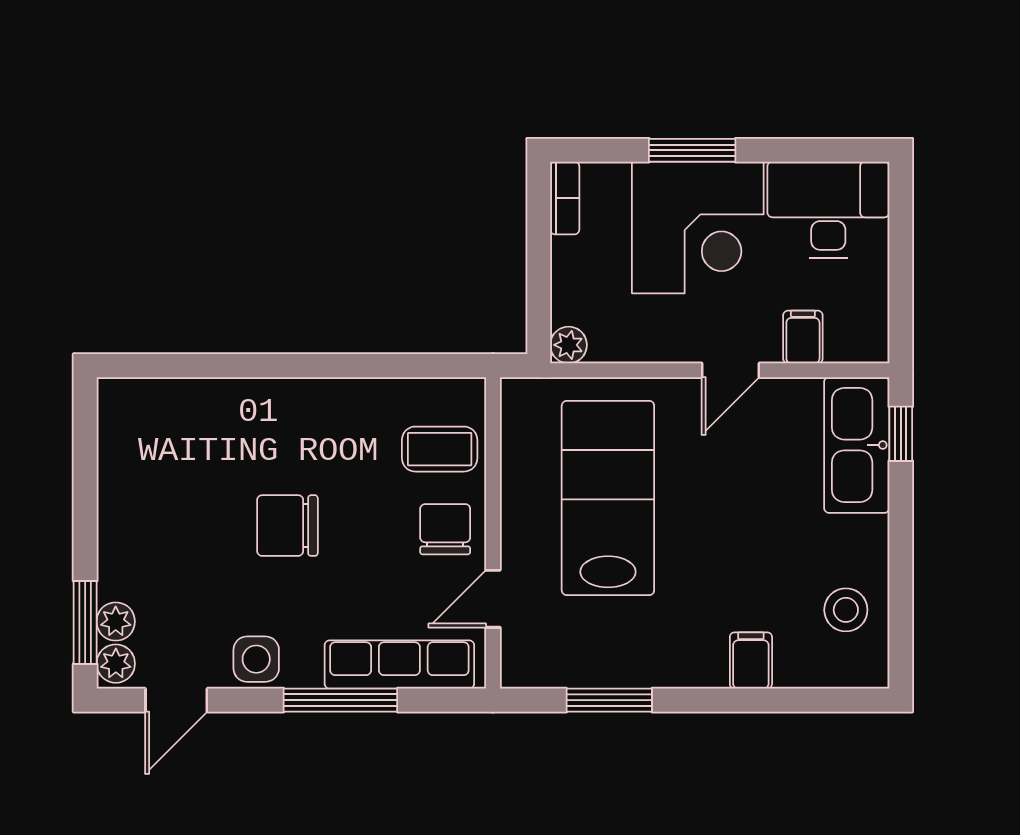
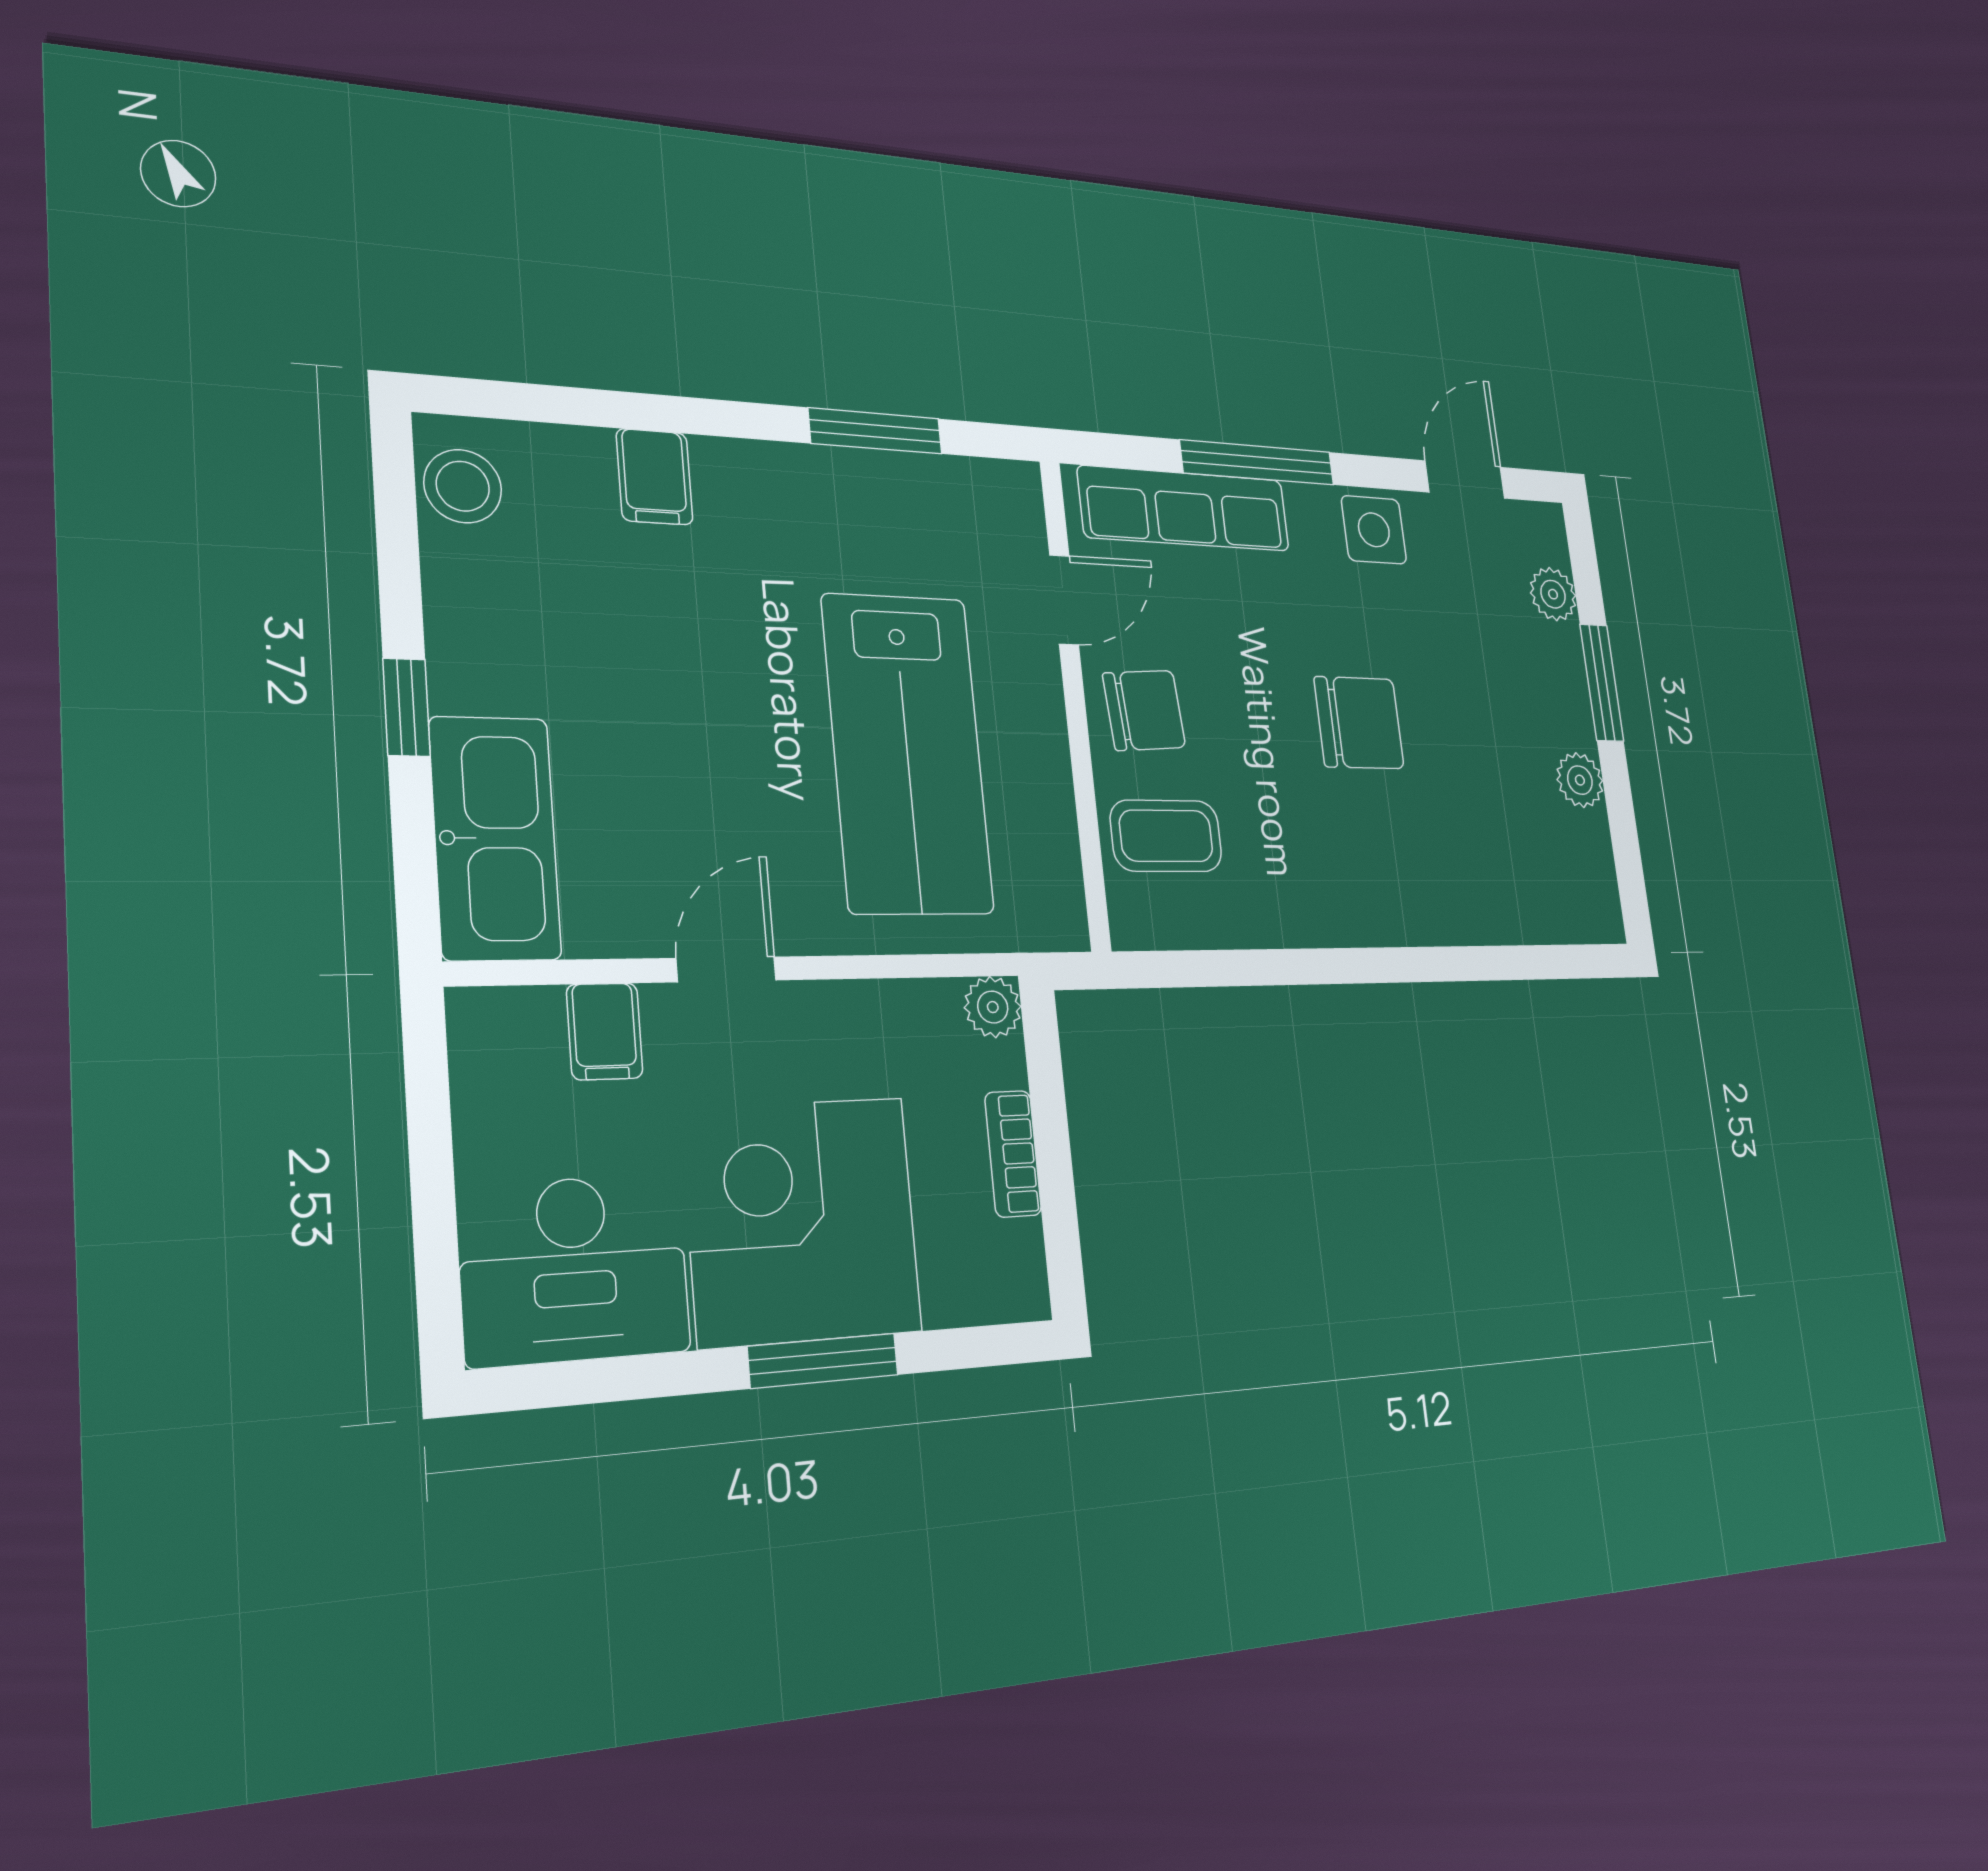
bookcase: (565, 198) -> (1013, 1154), moved
window: (901, 434) -> (407, 707), moved
chair: (445, 529) -> (1144, 710), turned -94
stool: (846, 610) -> (463, 486), moved
window: (85, 622) -> (1602, 683), moved
plant: (116, 664) -> (1580, 780), moved

